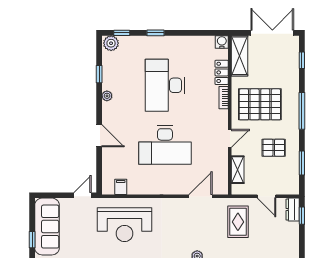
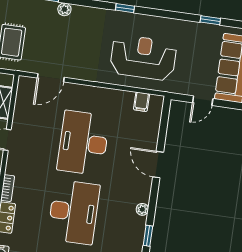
desk: (165, 145) -> (83, 143), turned -90
door: (82, 195) -> (203, 101), moved

